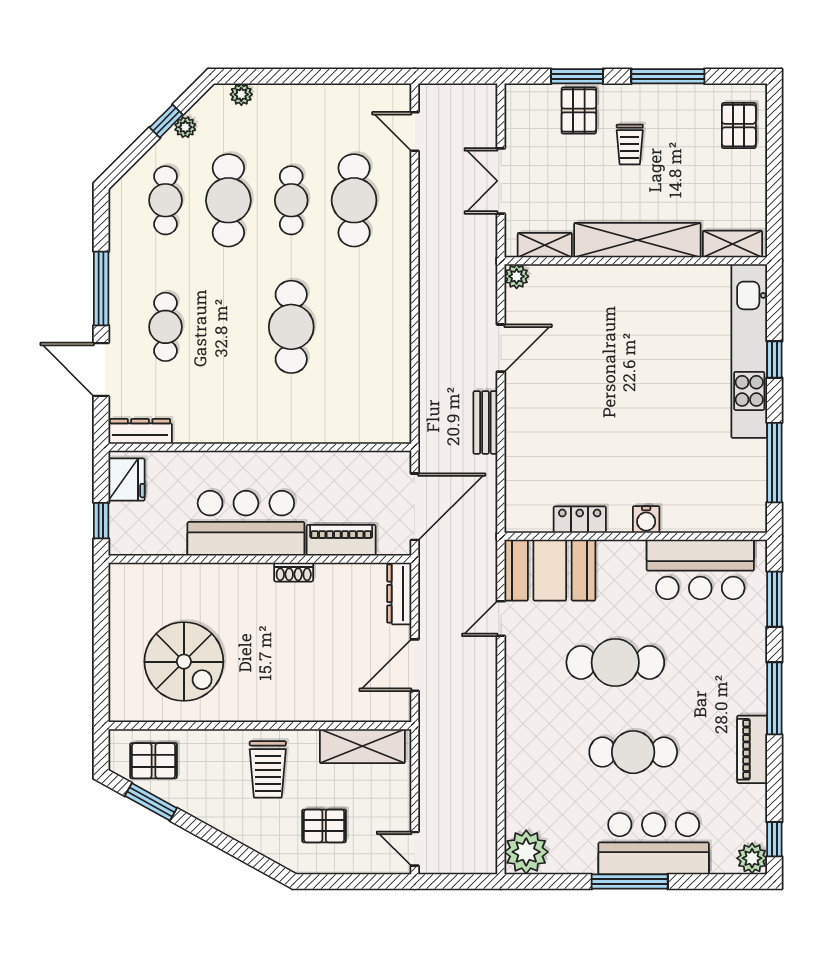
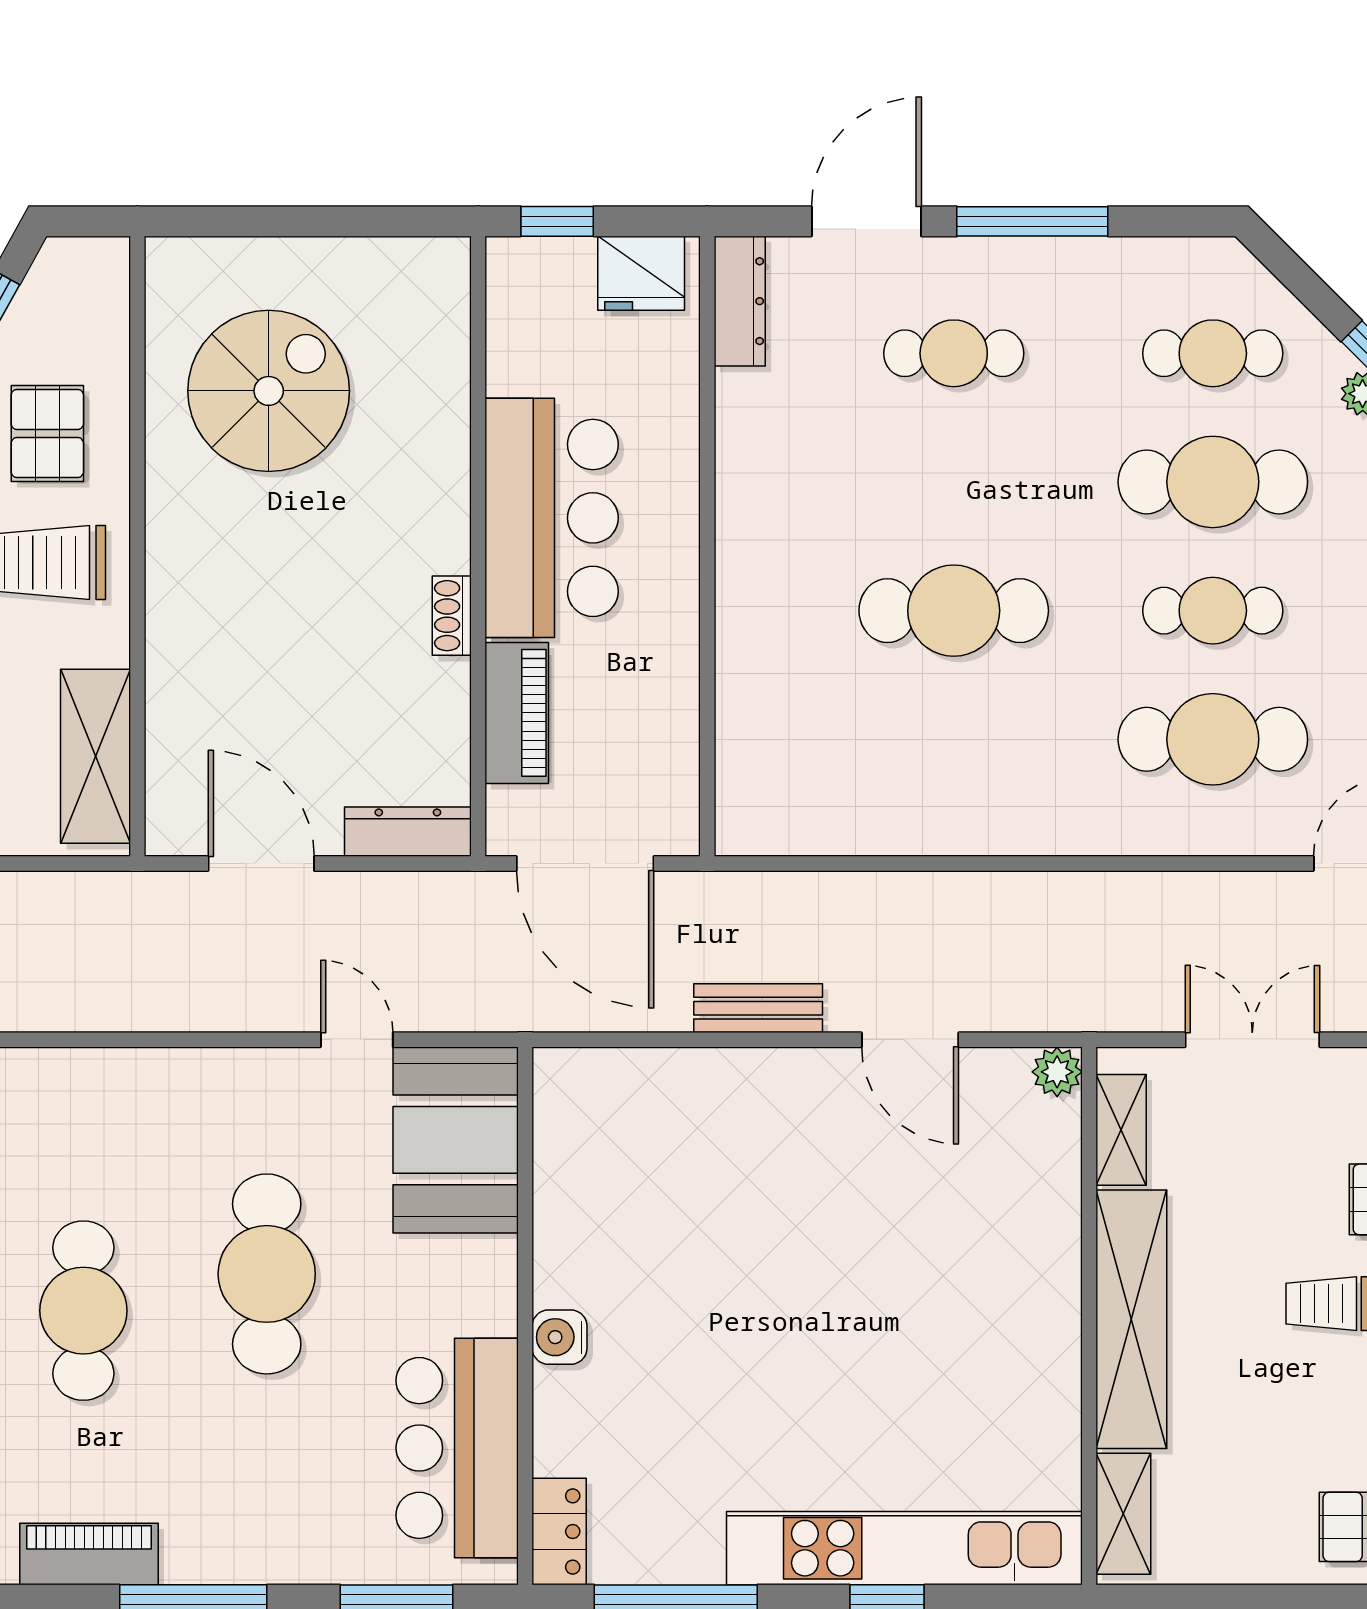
locker: (580, 520) -> (559, 1531), moved
spiral stairs: (184, 662) -> (269, 391), turned 180
pallet: (153, 761) -> (47, 433), moved

